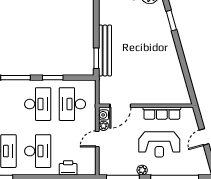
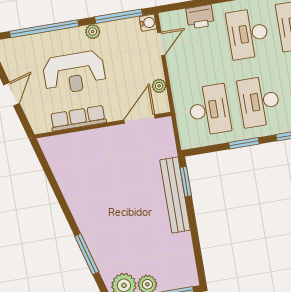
window: (171, 21) -> (87, 254), width x1.44
water cooler: (104, 115) -> (148, 23), moved
door: (97, 139) -> (161, 44), moved
reception desk: (159, 144) -> (74, 73), turned 180

